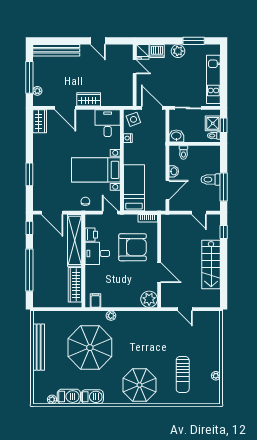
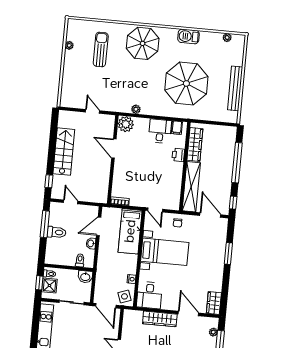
wardrobe: (89, 99) -> (160, 319), width x1.50
printer: (91, 235) -> (178, 155), moved
armchair: (133, 247) -> (137, 175), removed
desk: (97, 253) -> (160, 131), moved, turned -90
plant: (111, 316) -> (136, 109), moved
barbecue: (69, 397) -> (211, 39), removed

